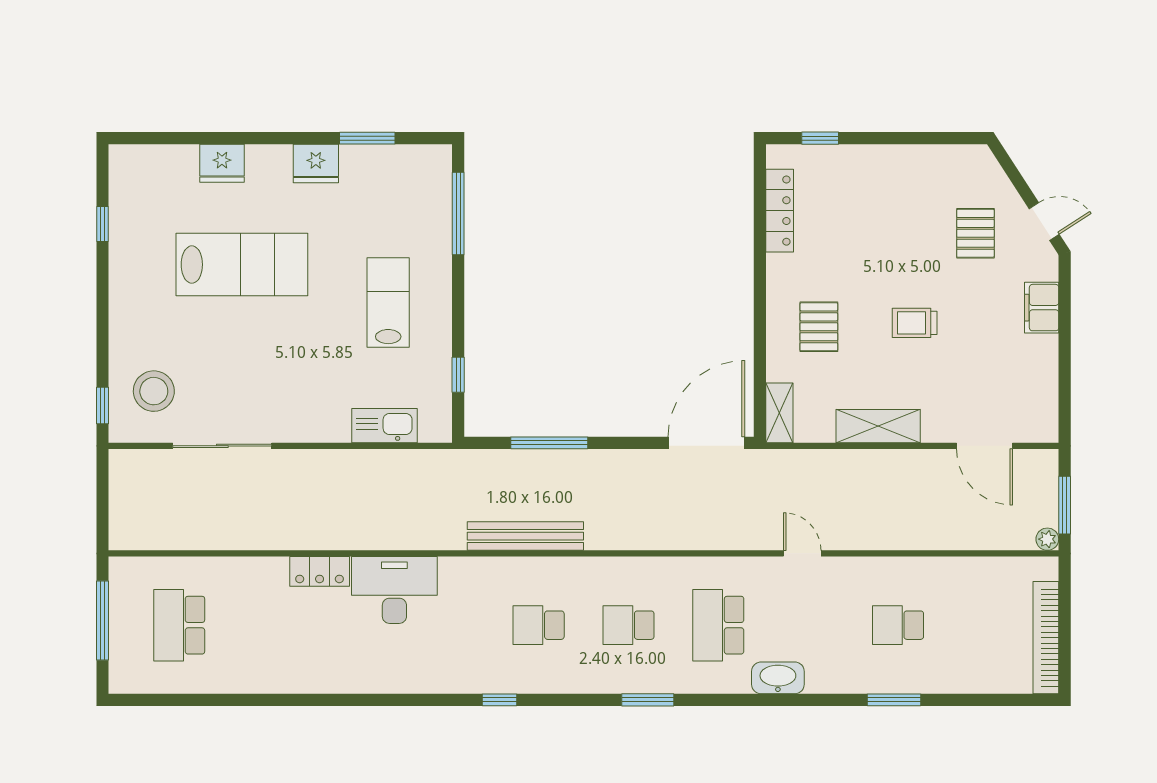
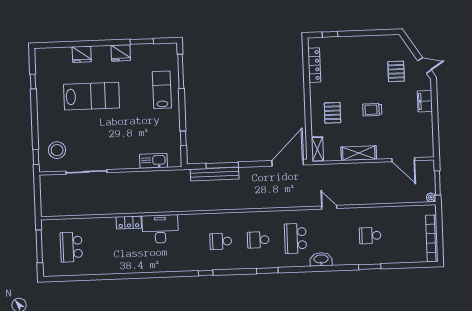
lab bench: (388, 302) -> (162, 90), moved
bench: (525, 536) -> (215, 174), moved

